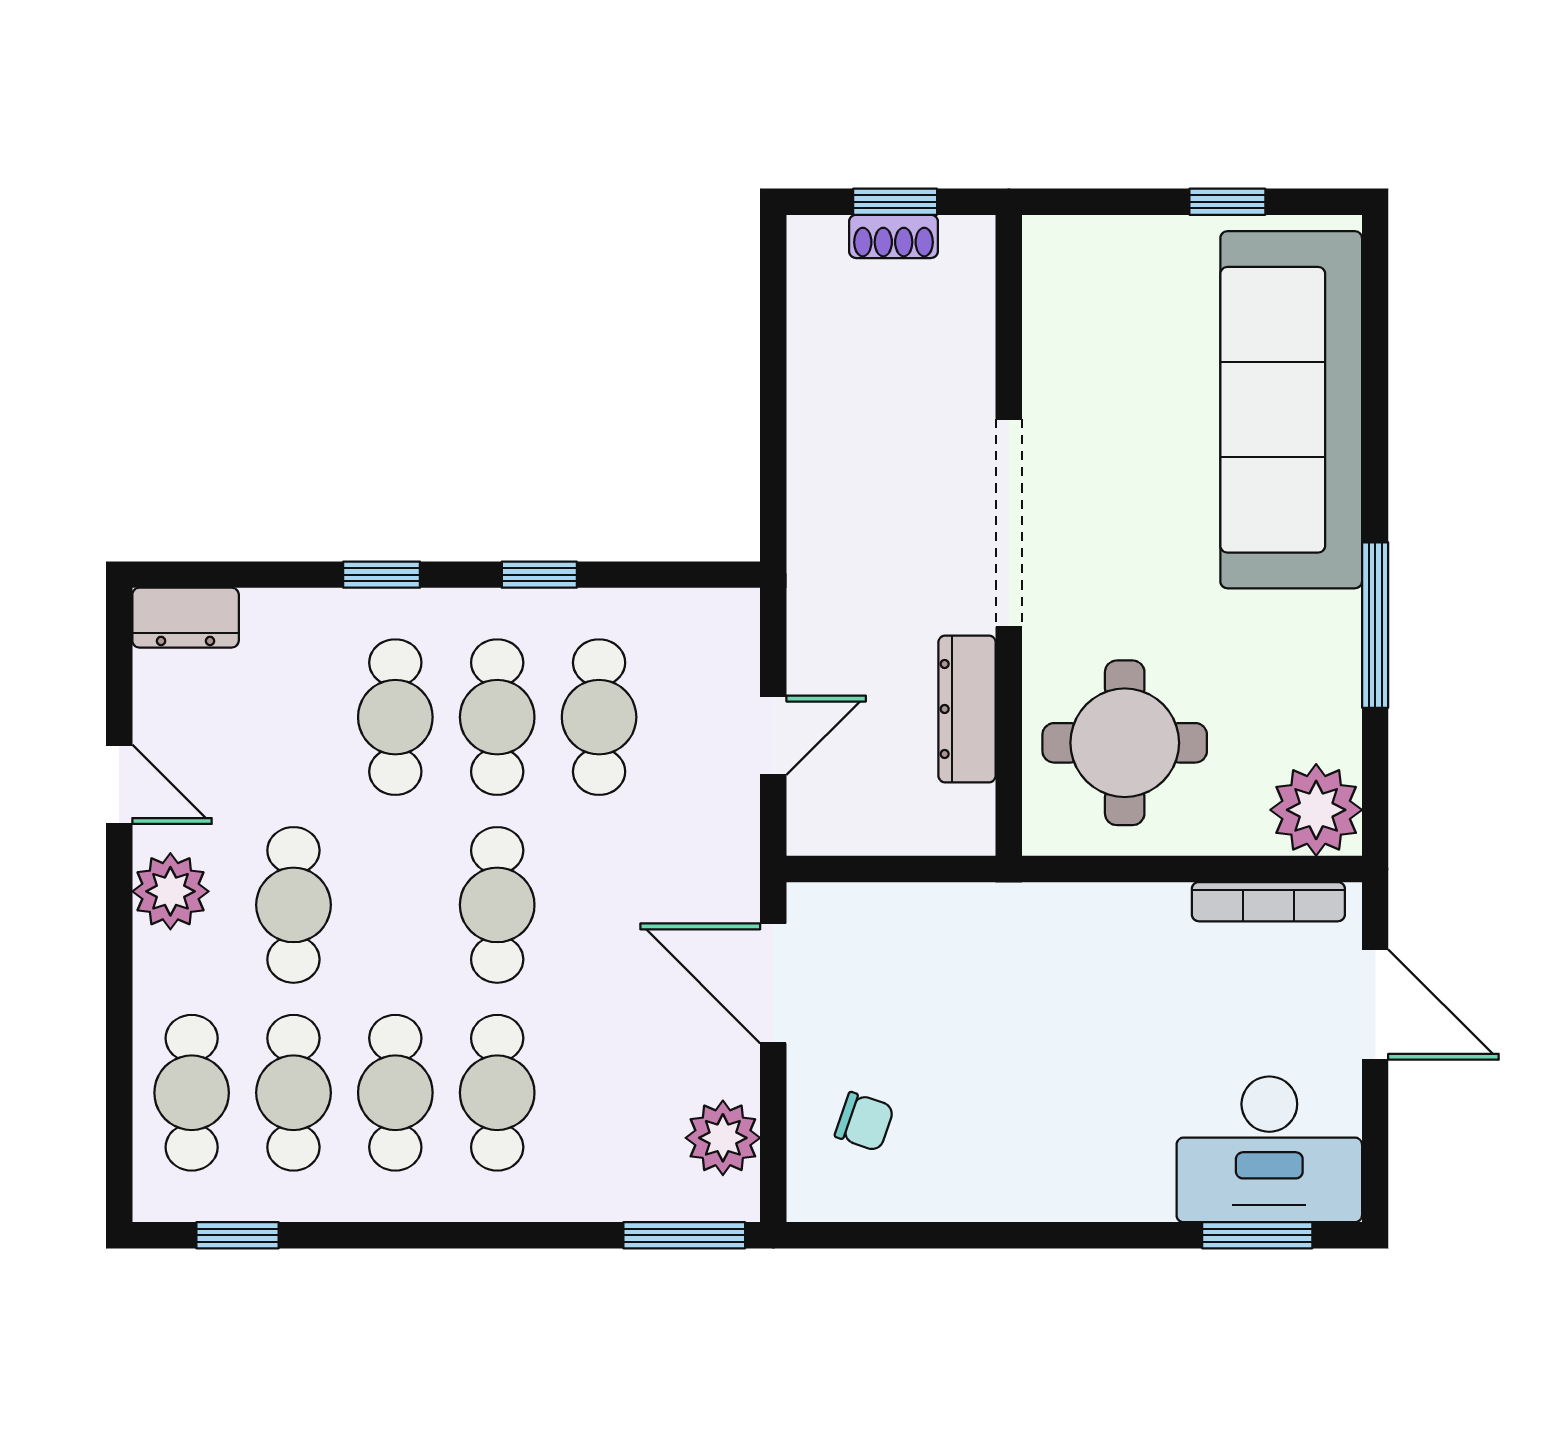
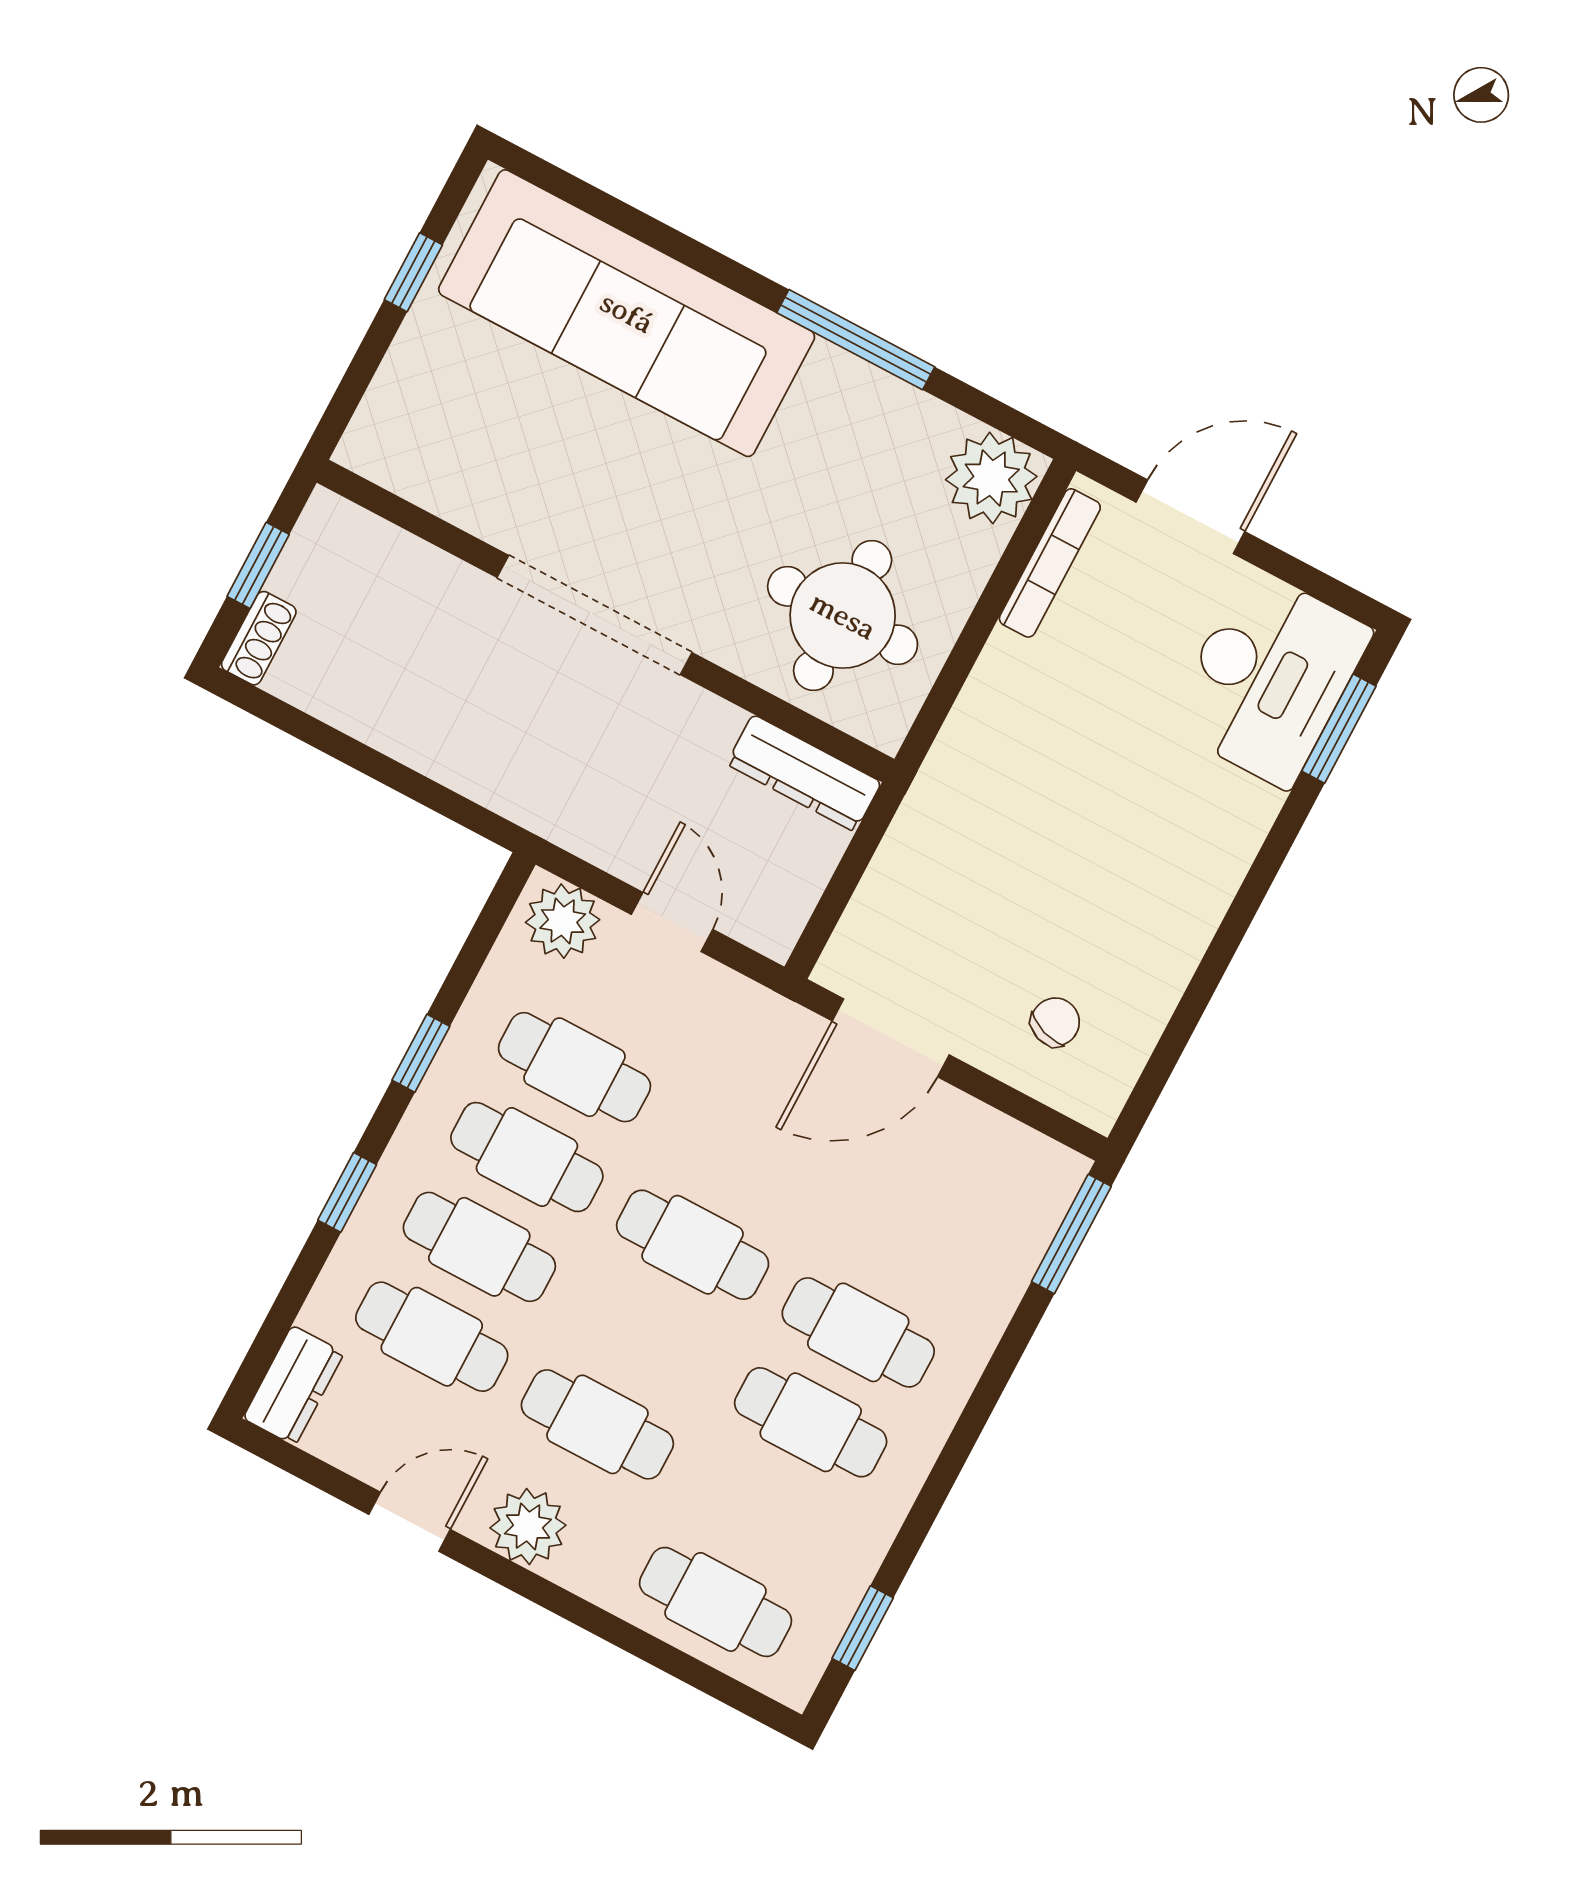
shoe rack: (893, 236) -> (259, 638), moved
dresser: (967, 709) -> (804, 773), moved
cafe table: (293, 1093) -> (432, 1337), moved
plant: (723, 1138) -> (563, 921), moved

